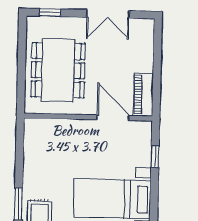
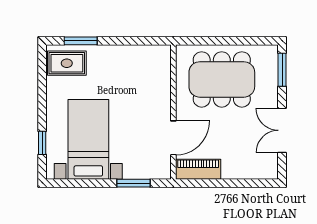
window: (50, 13) -> (282, 70), width x1.50
window: (155, 157) -> (134, 183), width x1.50

